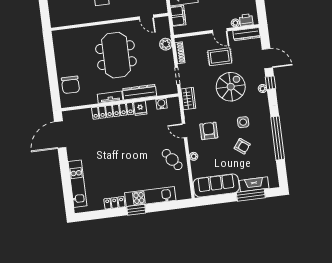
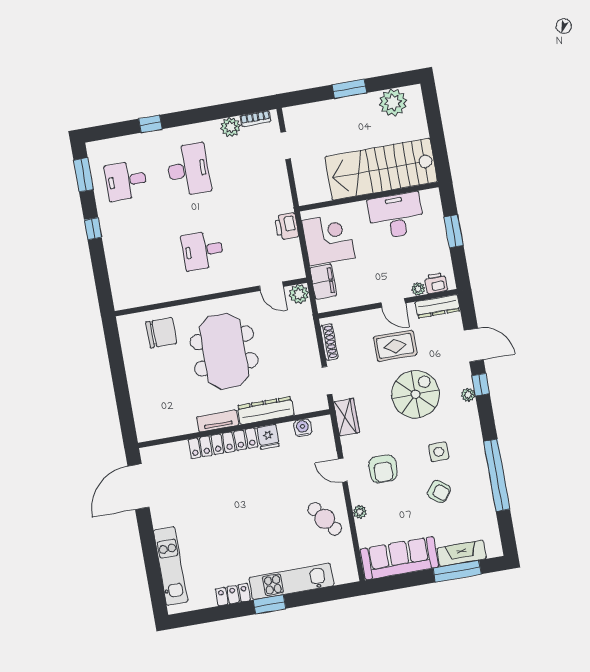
plant: (166, 44) -> (299, 294), moved
chair: (70, 85) -> (161, 333), moved, turned -90
armchair: (209, 131) -> (383, 469), turned 180

